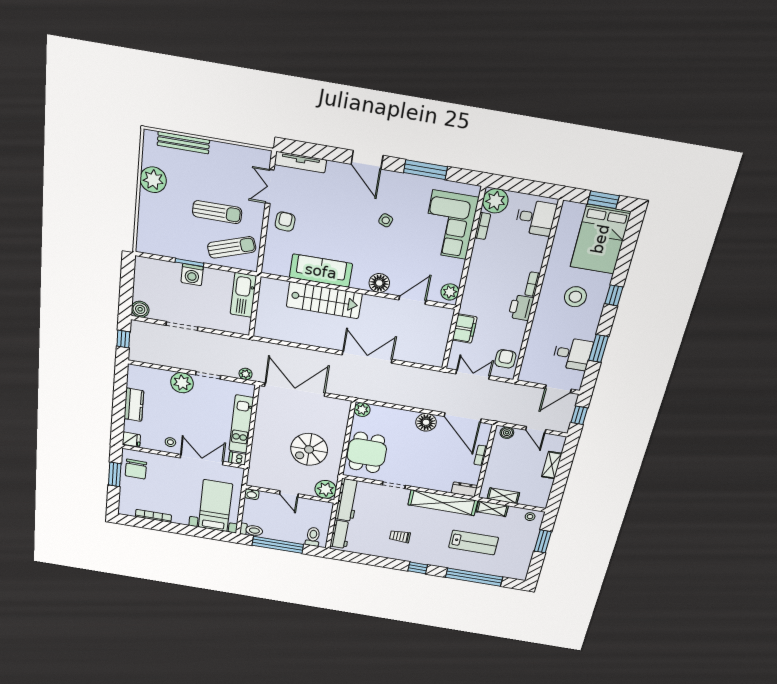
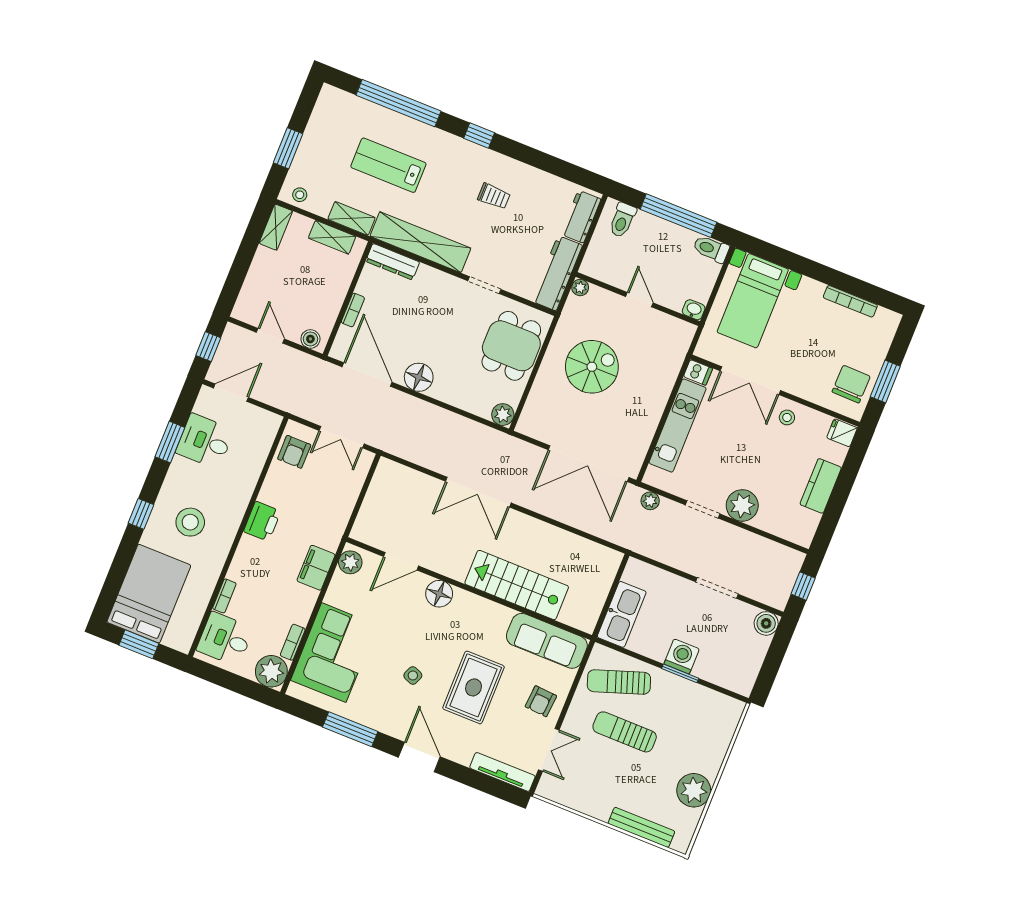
rug: (338, 221) -> (474, 687), added
sofa: (321, 271) -> (547, 641), moved
bookcase: (532, 284) -> (224, 596), moved
filing cabinet: (465, 329) -> (316, 568), moved
shelving: (552, 465) -> (276, 227), moved
plant: (326, 489) -> (580, 288), width x0.53, depth x0.53
dresser: (464, 489) -> (393, 262), width x1.44

